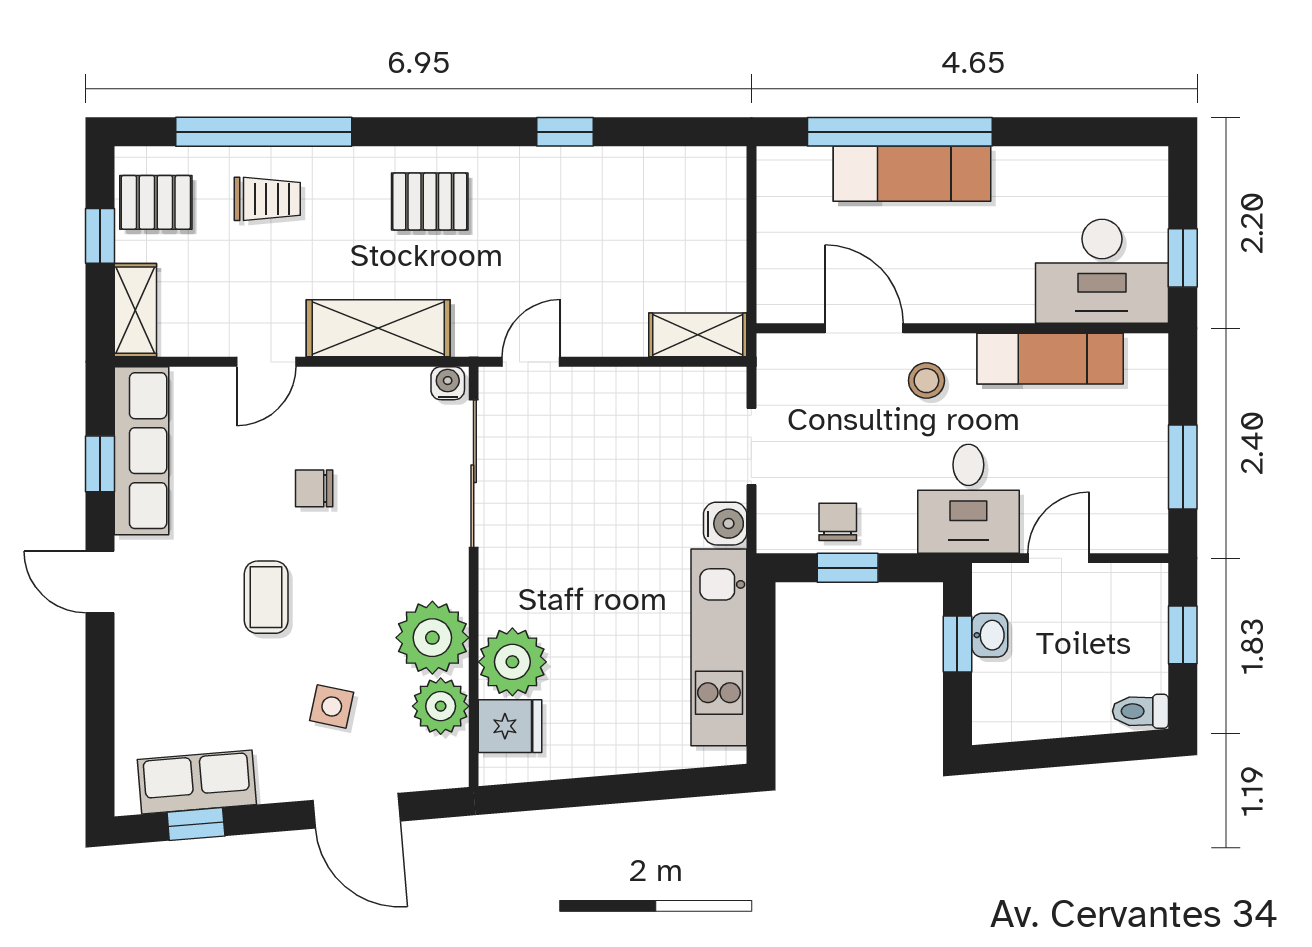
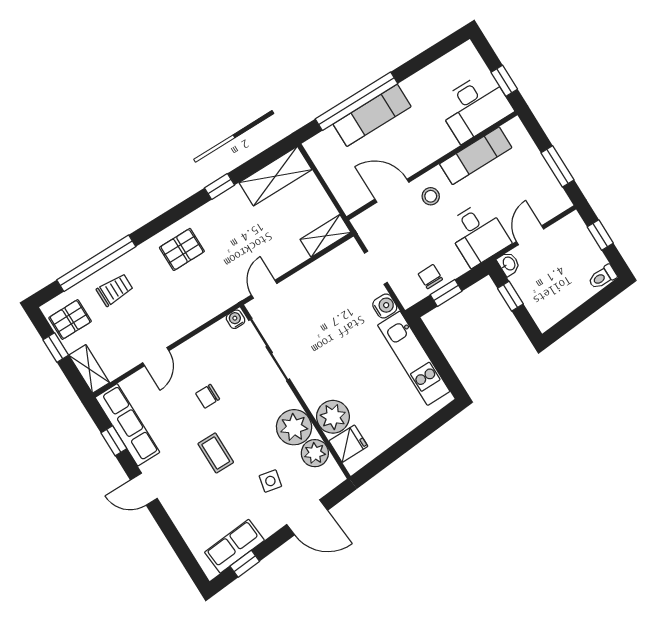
shelving: (378, 328) -> (275, 176), moved
washbasin: (990, 635) -> (509, 264), moved

